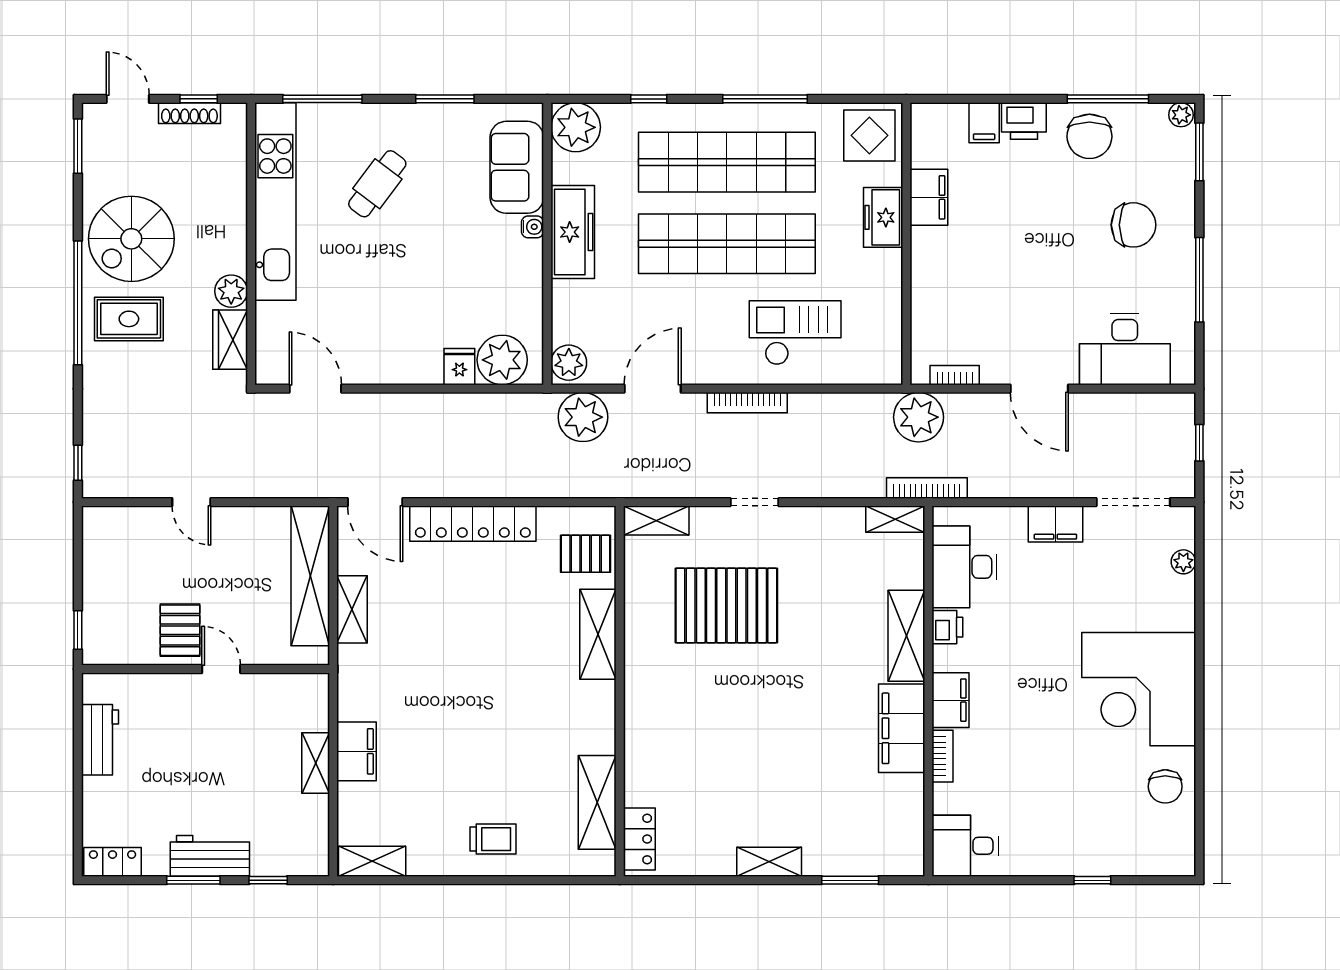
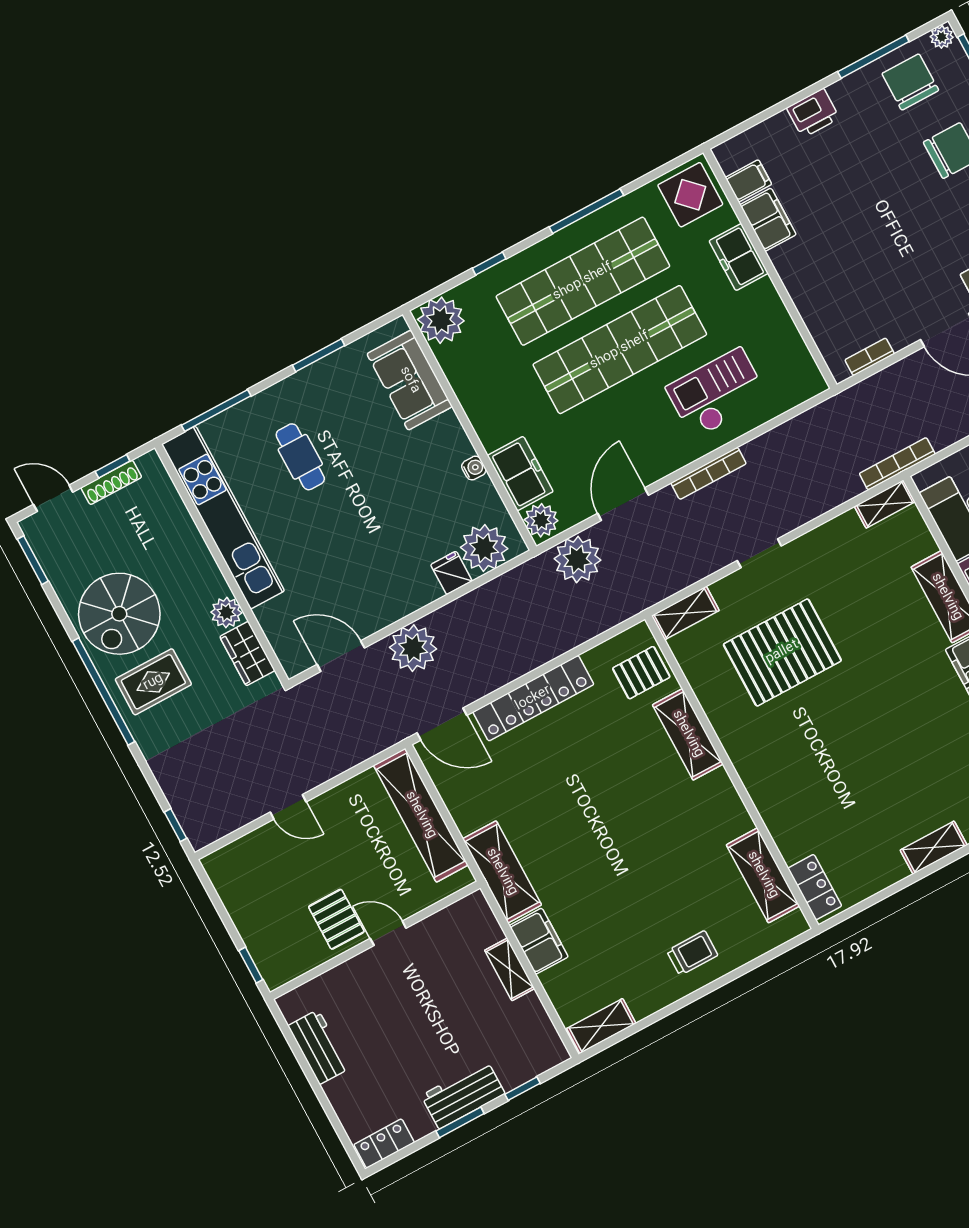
filing cabinet: (984, 123) -> (748, 181), moved, turned -90
chair: (1089, 136) -> (910, 82), moved, turned 180
cafe table: (377, 184) -> (300, 457), turned -37
water cooler: (532, 227) -> (474, 468), moved
freezer: (573, 232) -> (520, 474), moved, width x0.71
plant: (919, 417) -> (413, 648), moved
shelving: (352, 609) -> (502, 872), moved, width x1.50, depth x1.33

